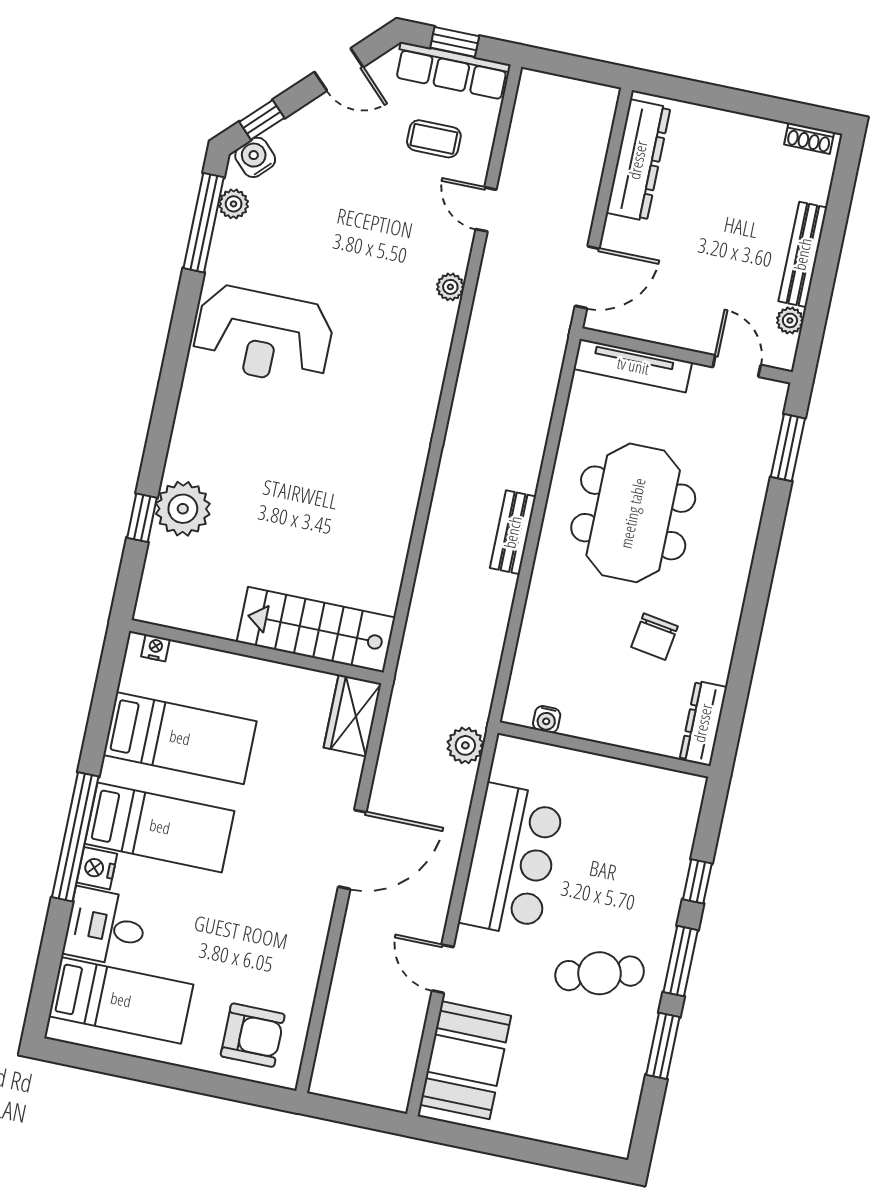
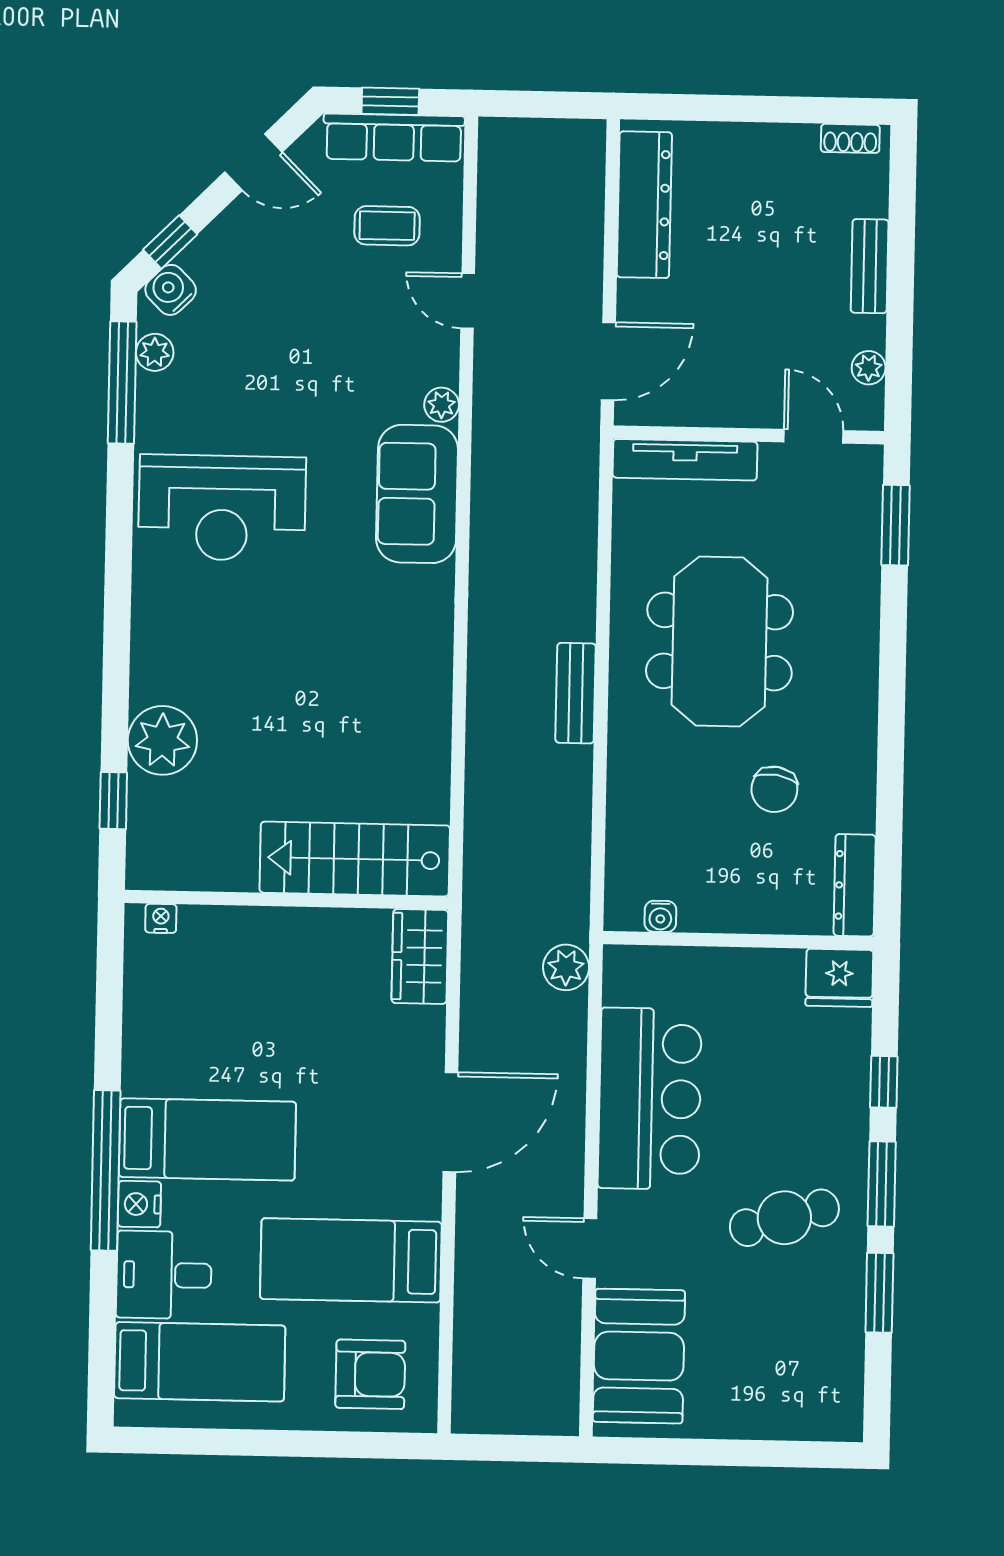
bench: (803, 254) -> (870, 266), width x0.73
sofa: (418, 353) -> (417, 494), added
window: (142, 518) -> (113, 801), moved
bed: (180, 738) -> (351, 1260), moved, turned 180
fridge: (678, 794) -> (839, 978), added

